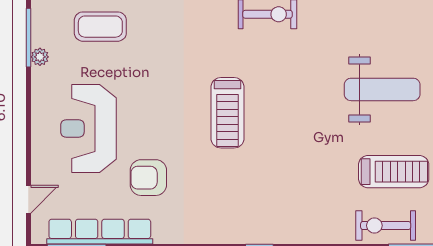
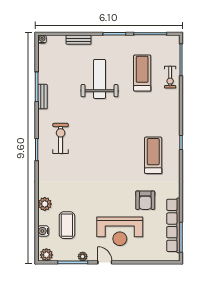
treadmill: (228, 113) -> (153, 155), moved, turned -90
door: (28, 199) -> (105, 262), moved
exercise bike: (386, 226) -> (170, 77), width x0.73, depth x0.72

